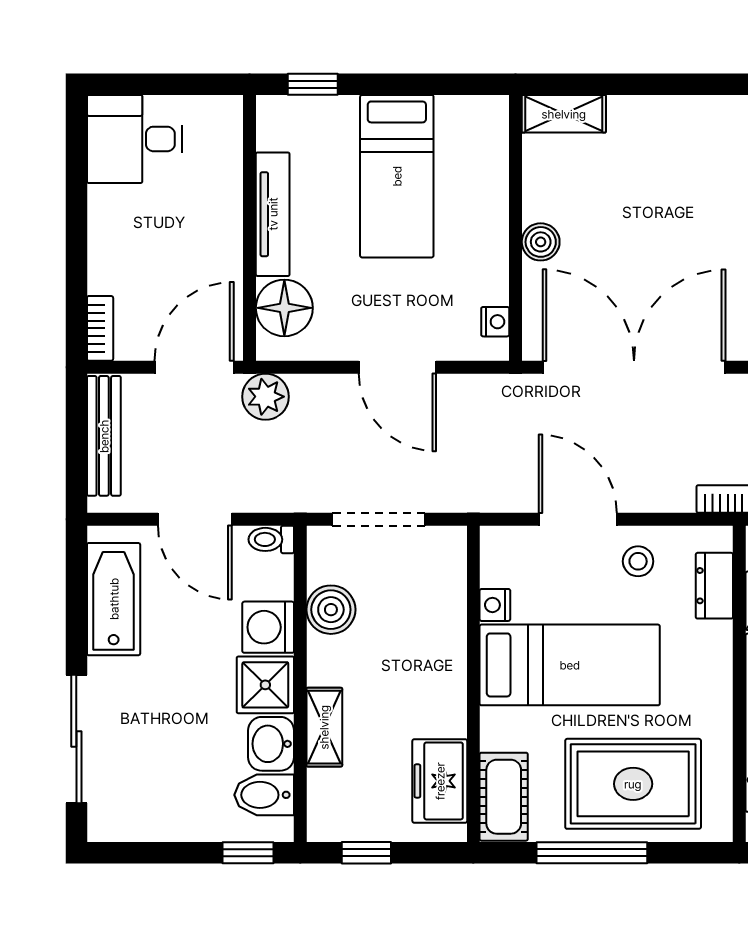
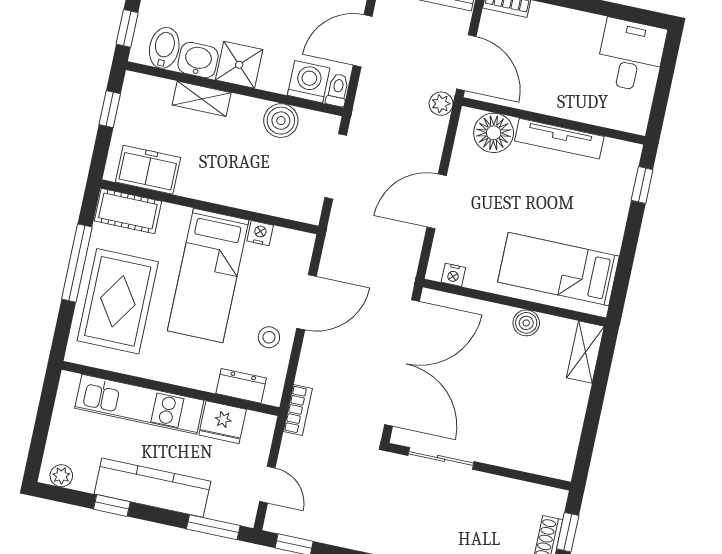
bed: (397, 176) -> (558, 269), moved
boiler: (541, 242) -> (526, 323), moved
plant: (266, 397) -> (441, 104), width x0.73, depth x0.73
washing machine: (268, 627) -> (309, 82), moved

